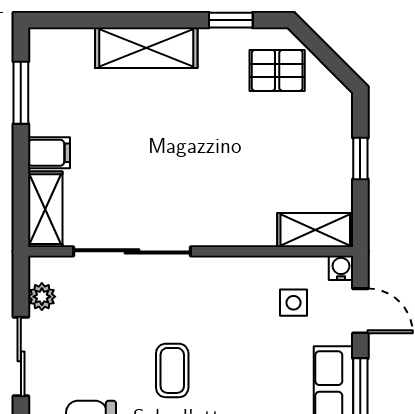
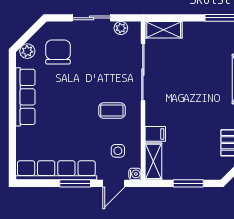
filing cabinet: (49, 153) -> (155, 134), moved, turned -90
window: (360, 159) -> (188, 183), width x1.50
coffee table: (172, 370) -> (112, 111), moved

